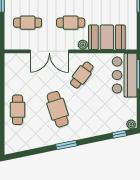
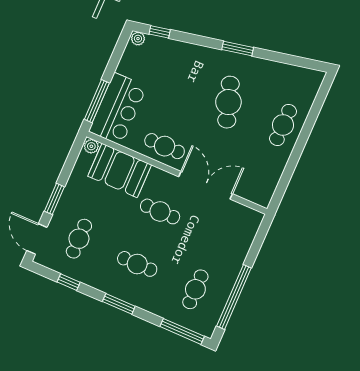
cafe table: (28, 23) -> (218, 237), removed
plant: (83, 45) -> (91, 146), moved
cafe table: (82, 75) -> (165, 146), moved, turned 53

